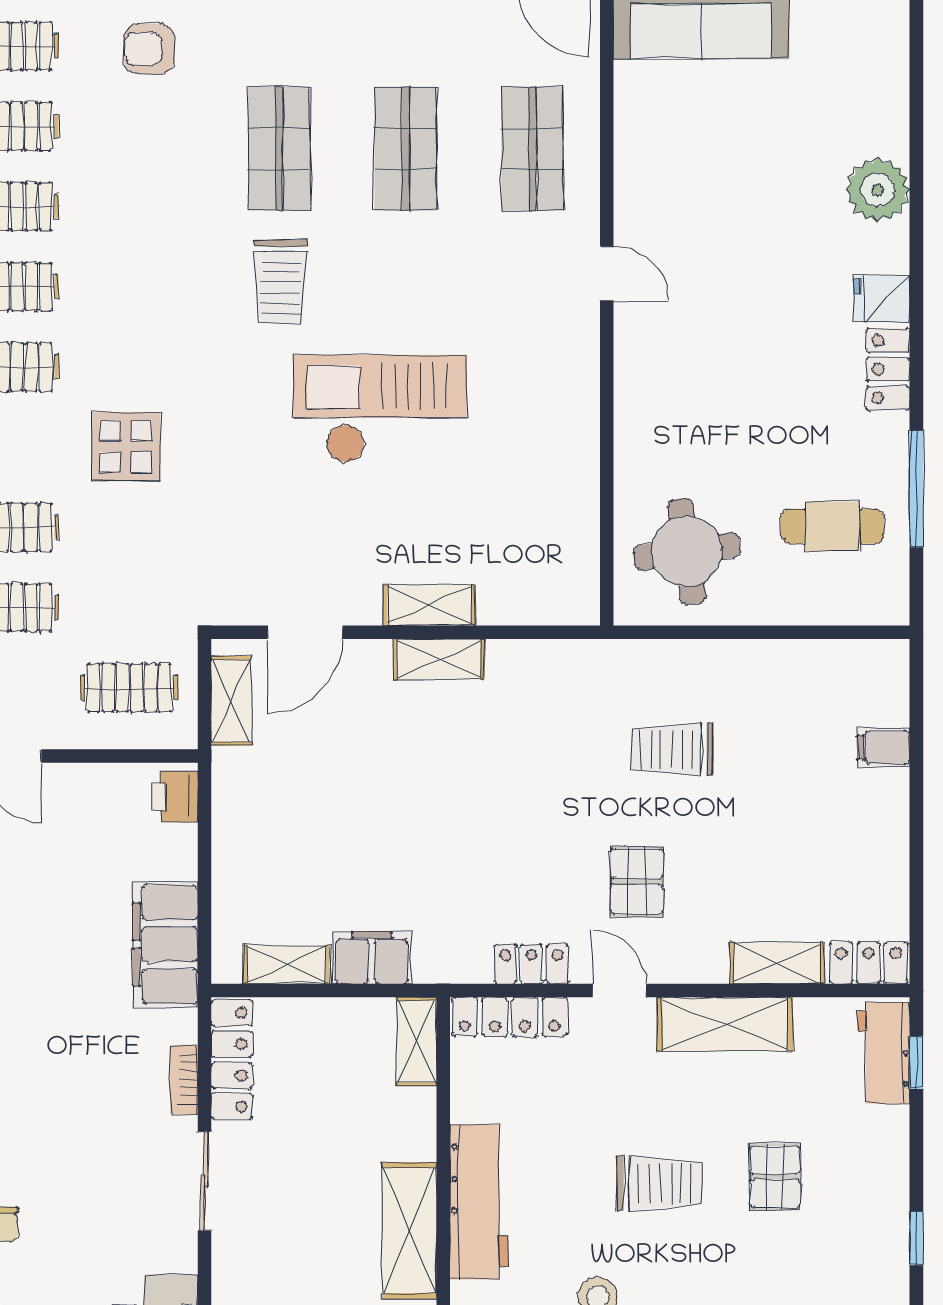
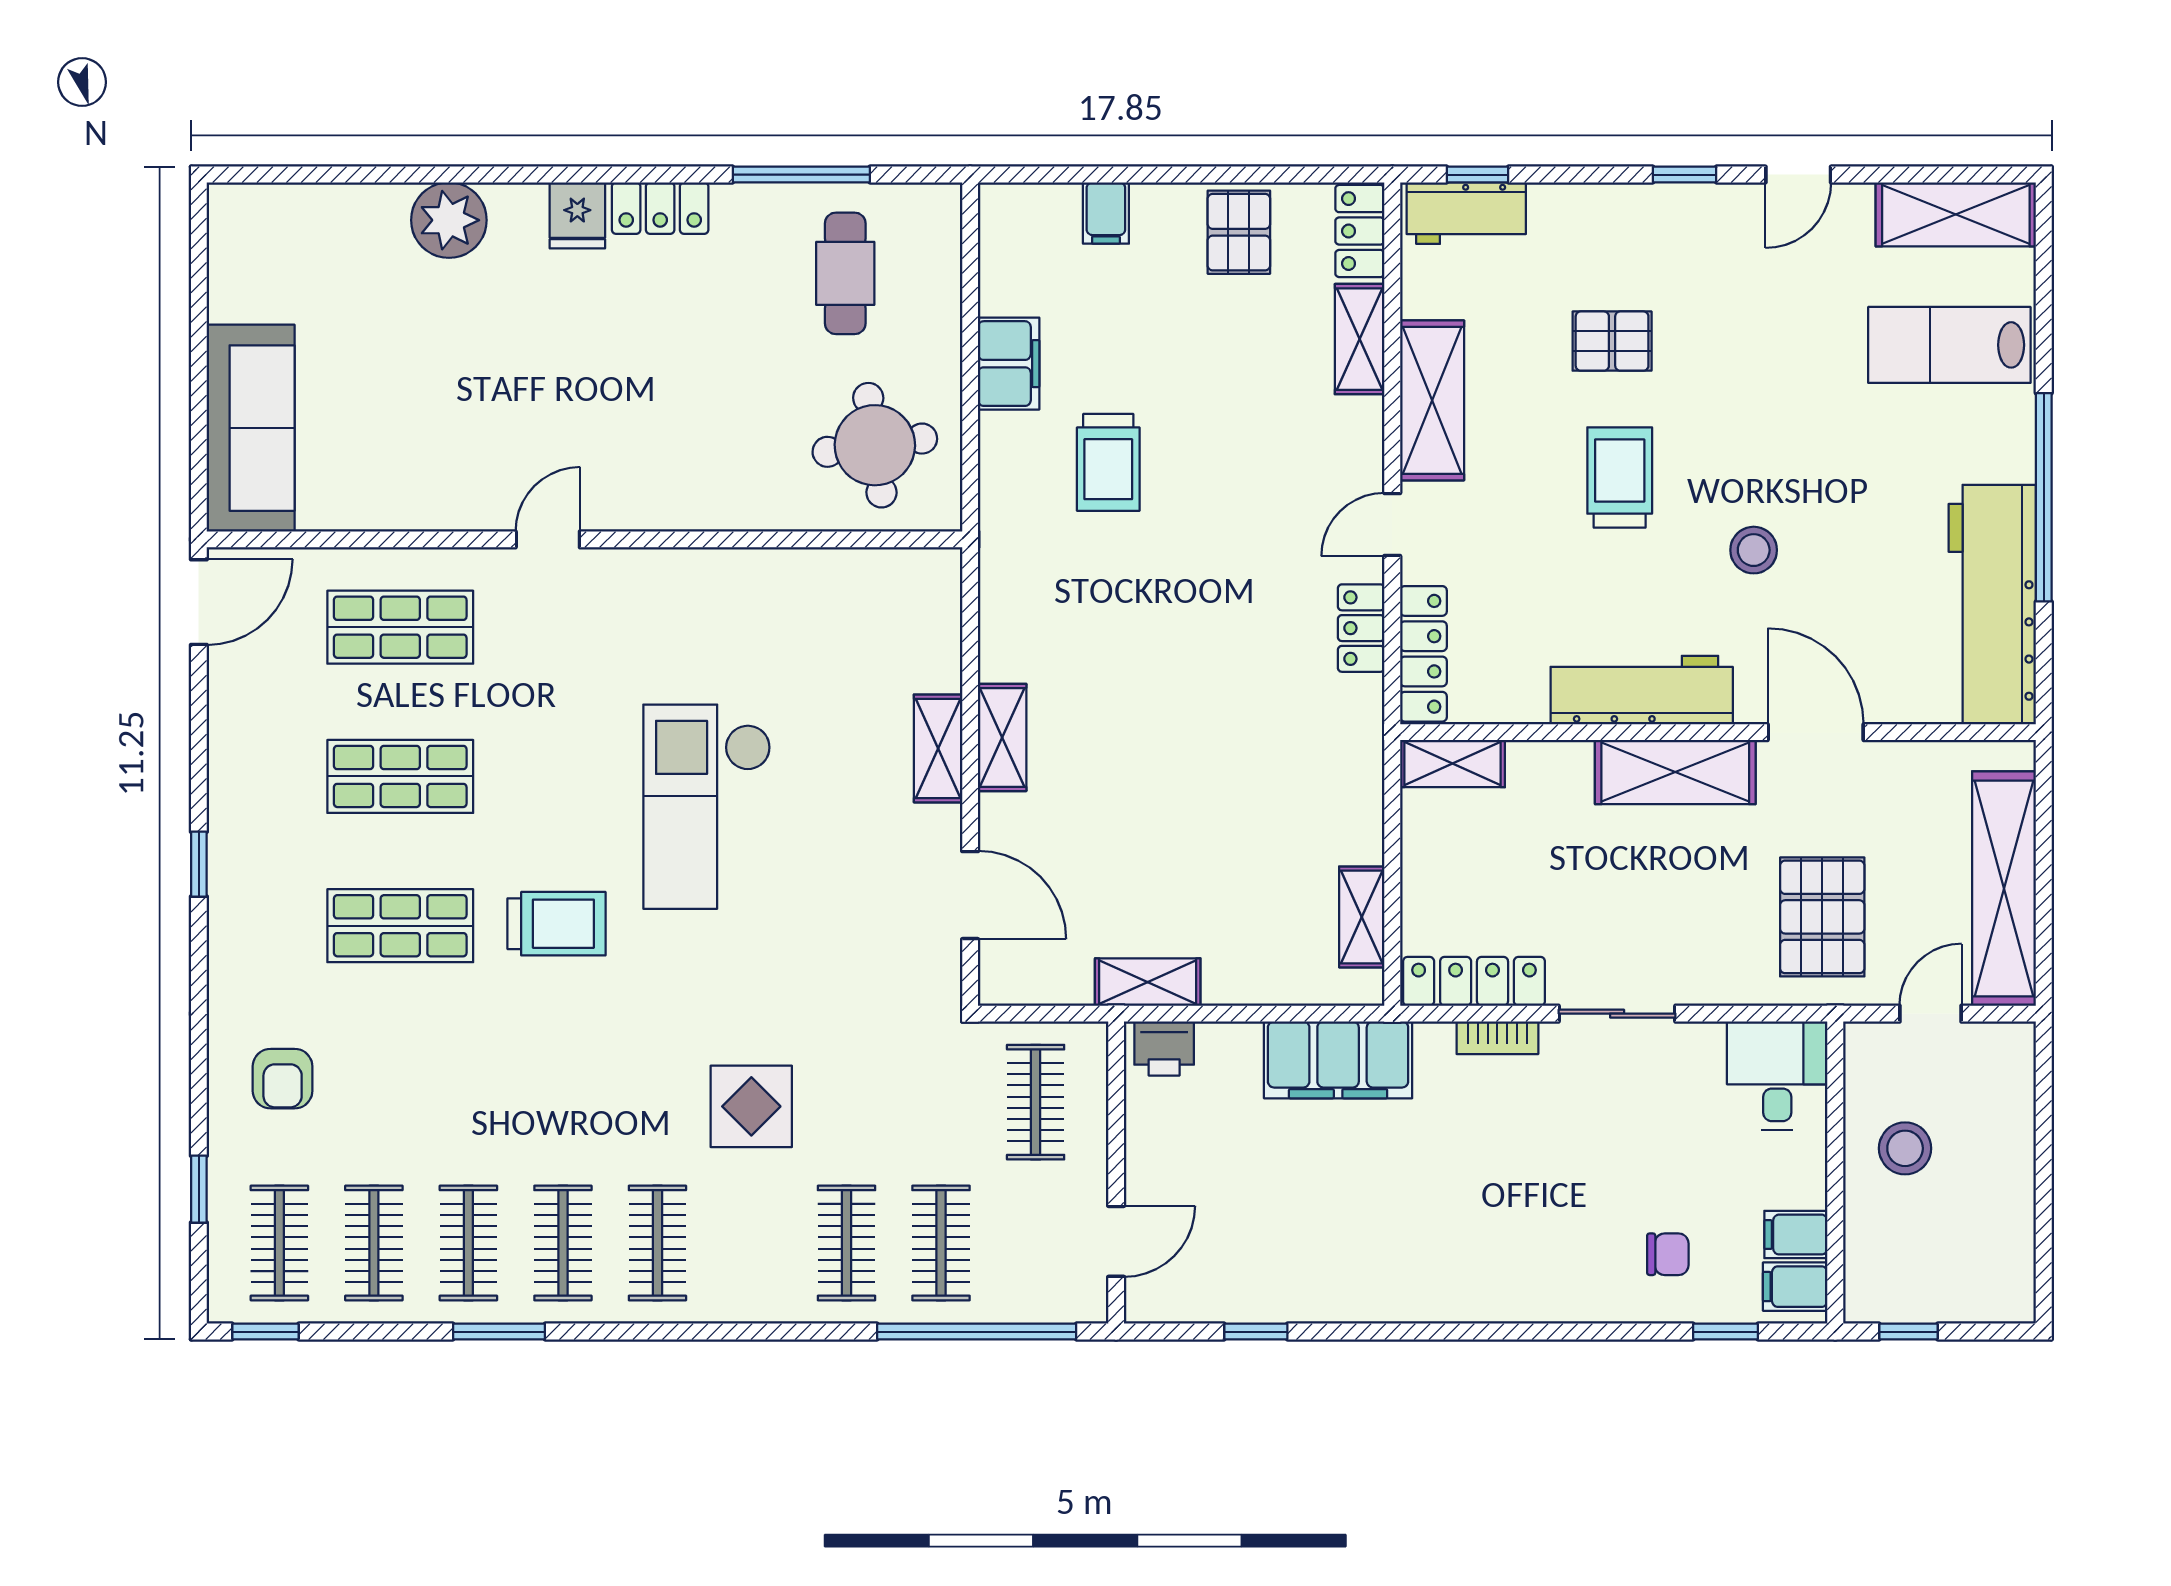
shelving: (231, 701) -> (1148, 982), moved
pallet: (637, 882) -> (1239, 232), moved, turned 90
filing cabinet: (372, 958) -> (1009, 364), moved, turned 180

